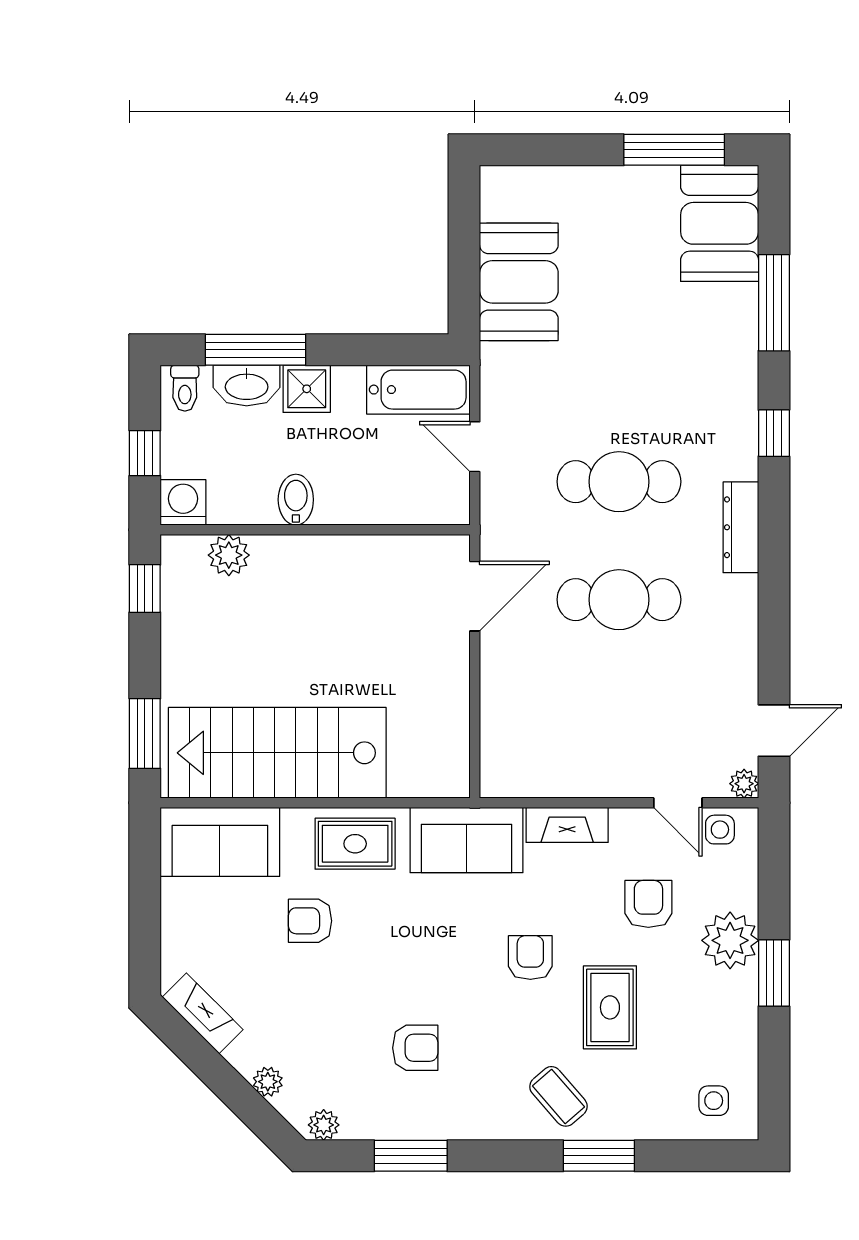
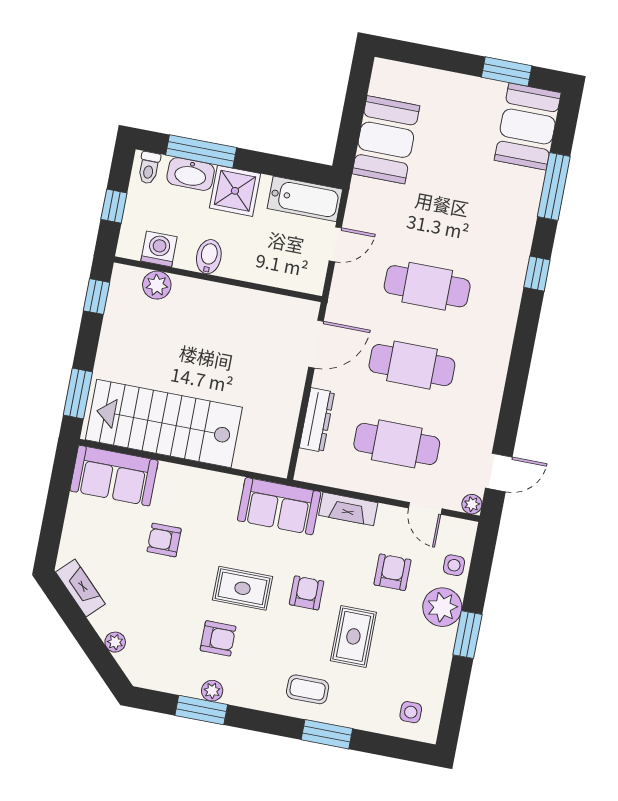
window: (674, 150) -> (507, 71), width x0.69
shower: (307, 389) -> (235, 191), width x1.36, depth x1.36
door: (475, 447) -> (335, 244), swing flipped
washing machine: (183, 502) -> (159, 249), moved
dresser: (741, 527) -> (317, 420), moved, turned 180
cafe table: (619, 718) -> (397, 444), added
side table: (720, 830) -> (454, 565), moved
rug: (355, 844) -> (243, 588), moved
coffee table: (558, 1096) -> (308, 689), turned -49
plant: (324, 1125) -> (212, 691), moved

